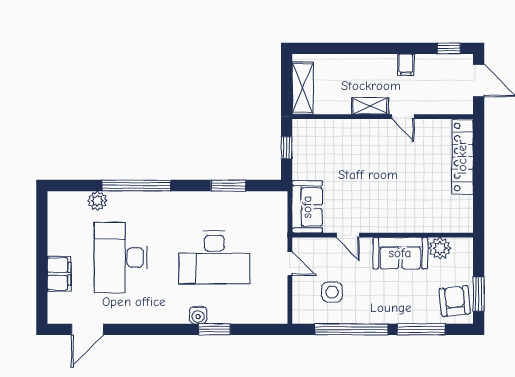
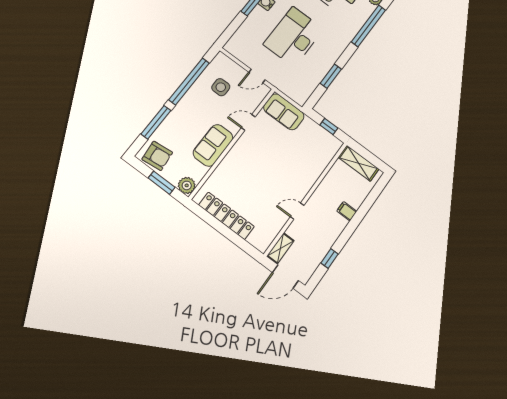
window: (449, 48) -> (330, 259), moved
filing cabinet: (406, 65) -> (347, 211), moved
shelving: (370, 106) -> (280, 248), moved
locker: (462, 157) -> (226, 216), moved
plant: (440, 248) -> (187, 185), moved
window: (479, 294) -> (162, 183), moved

